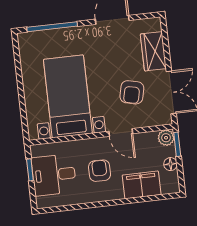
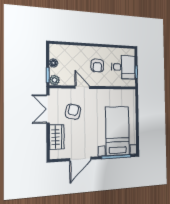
bed with nightstands: (68, 96) -> (117, 131), moved, turned 180
filing cabinet: (142, 185) -> (73, 53), removed

